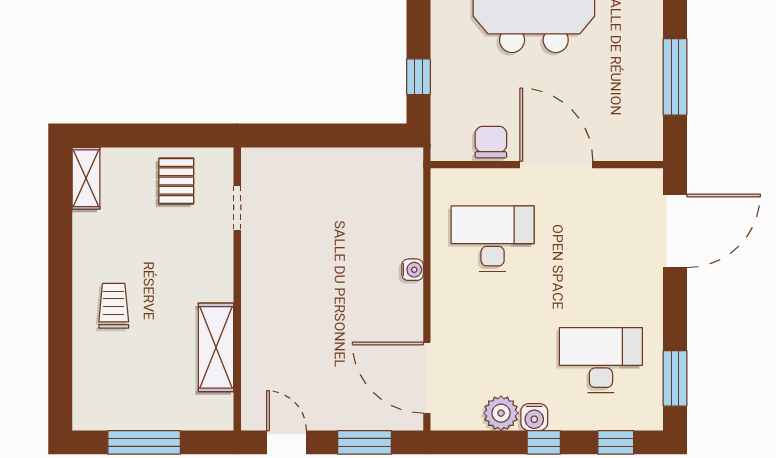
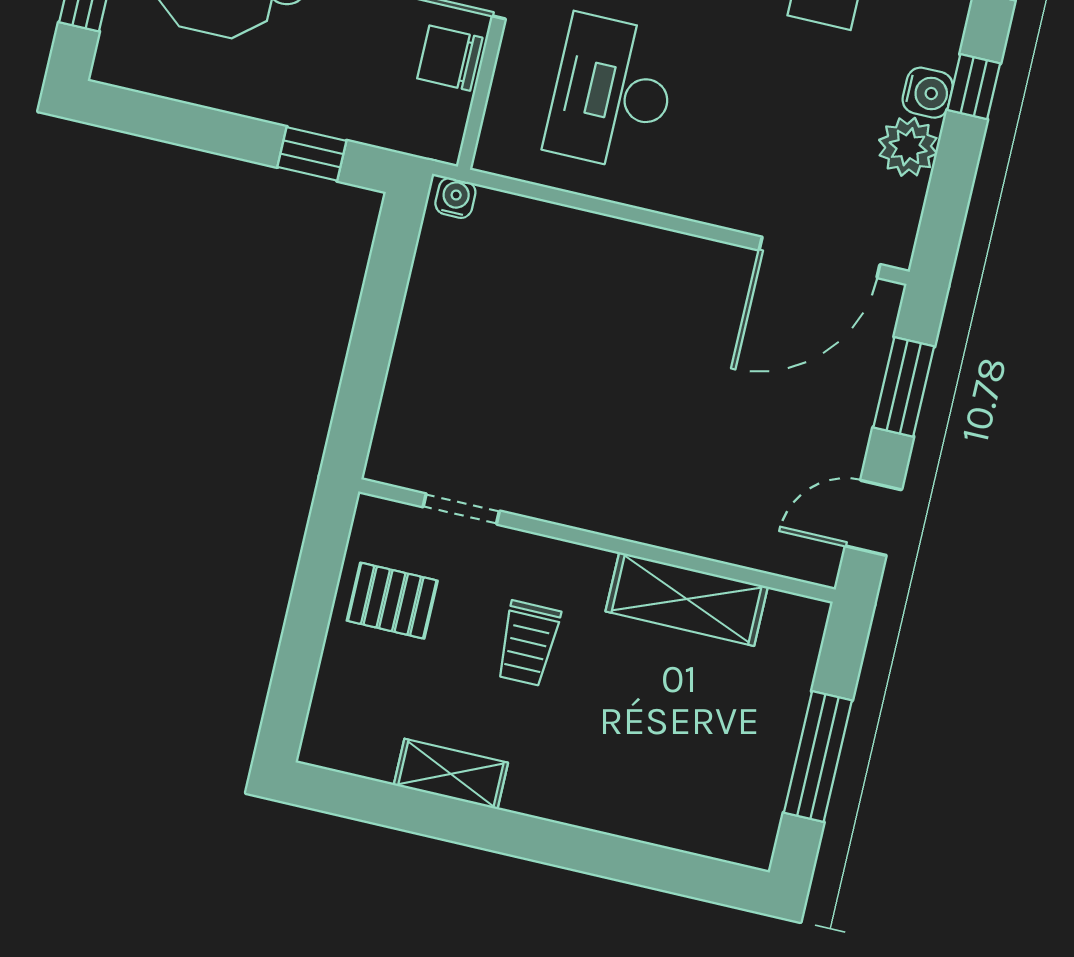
shelving: (86, 178) -> (451, 774), moved
water cooler: (413, 270) -> (455, 198), moved
trolley: (114, 306) -> (528, 643), moved, turned -90

